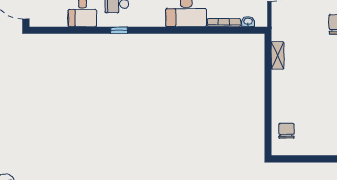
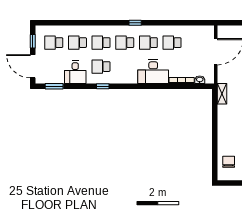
window: (54, 30) -> (54, 86), added
shelving: (278, 55) -> (222, 94), moved

